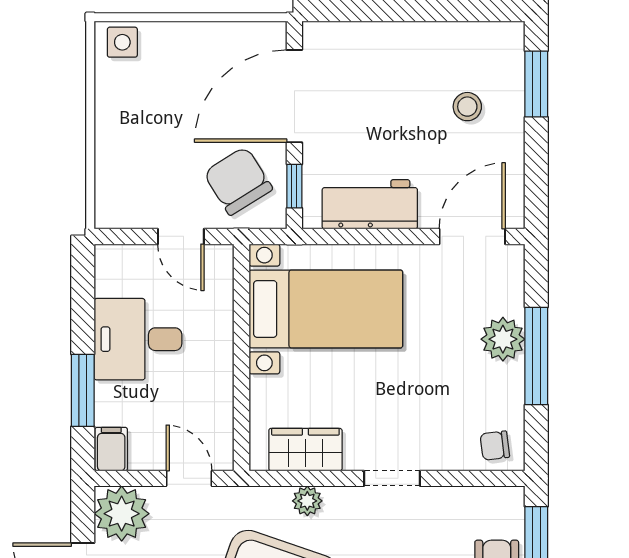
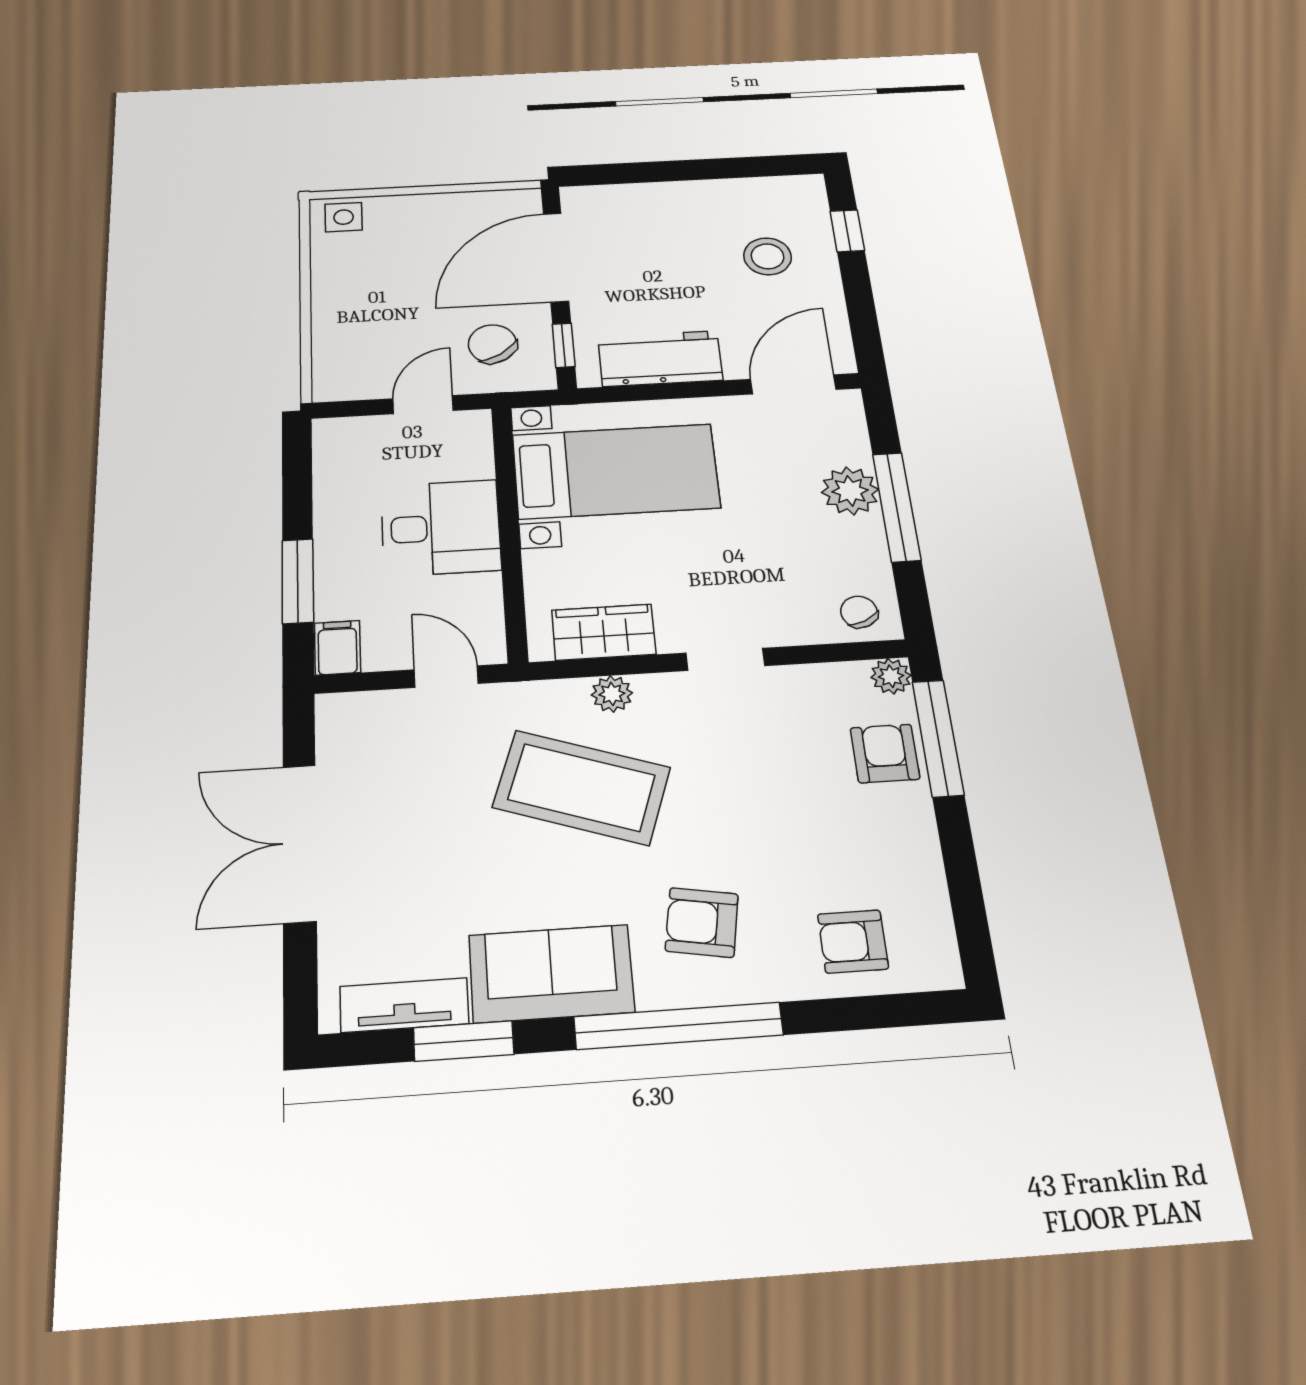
window: (536, 84) -> (847, 231), width x0.67
stool: (467, 107) -> (768, 256), width x1.37, depth x1.37
chair: (238, 181) -> (492, 344), width x0.73, depth x0.73
door: (181, 236) -> (423, 405), swing flipped
desk: (138, 339) -> (441, 528), moved, turned 180
chair: (495, 446) -> (859, 612), turned 73
plant: (122, 514) -> (891, 676), moved, width x0.53, depth x0.53

